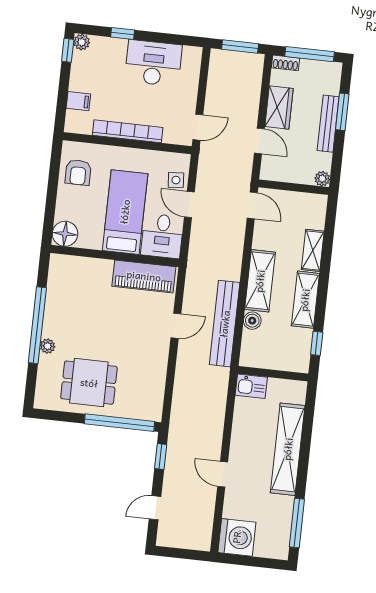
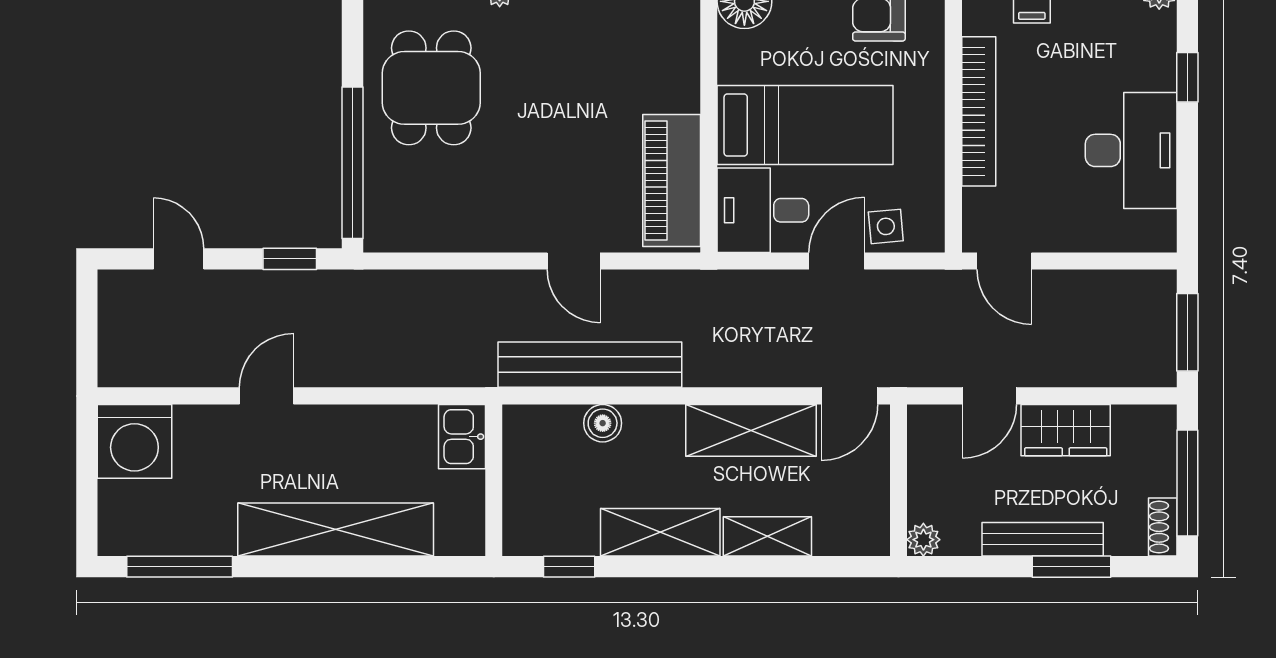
shoe rack: (285, 63) -> (1163, 527), moved
shelving: (260, 281) -> (751, 430), moved

